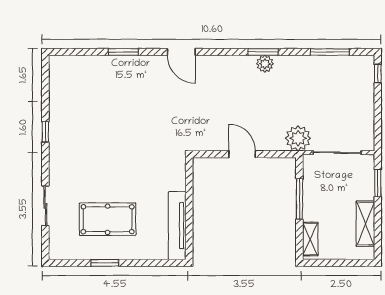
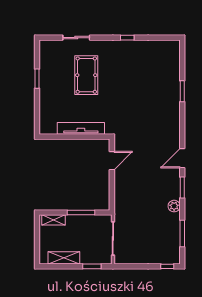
door: (181, 52) -> (182, 158), moved
plant: (265, 64) -> (174, 206), moved
plant: (298, 138) -> (123, 212), removed
door: (242, 154) -> (112, 161), moved
pool table: (108, 219) -> (86, 75), moved
tv unit: (177, 226) -> (81, 128), moved

